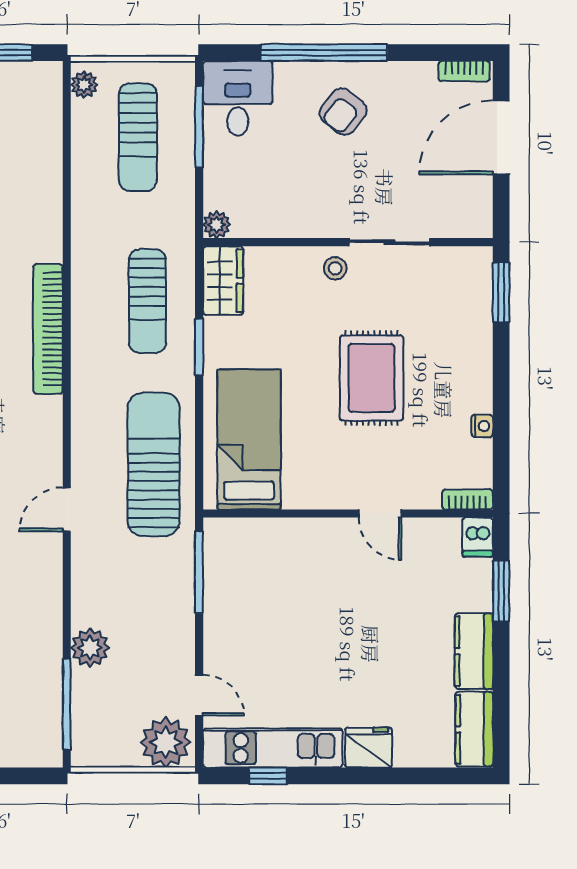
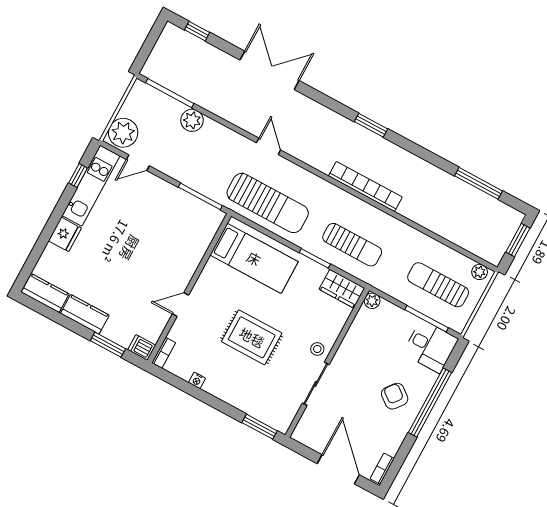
sun lounger: (147, 301) -> (352, 245), turned 180

